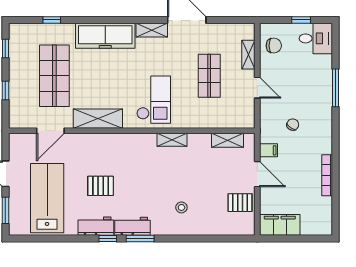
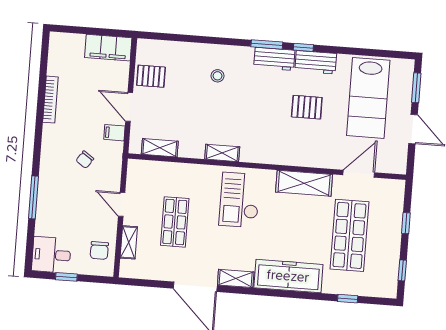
chair: (274, 46) -> (99, 250), turned -90

